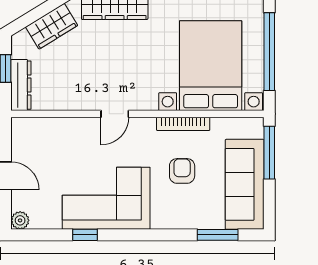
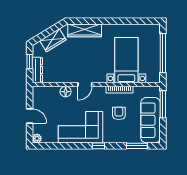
bed with nightstands: (211, 66) -> (126, 60), width x0.73
floor lamp: (77, 128) -> (66, 92), added
window: (85, 235) -> (98, 146), moved

